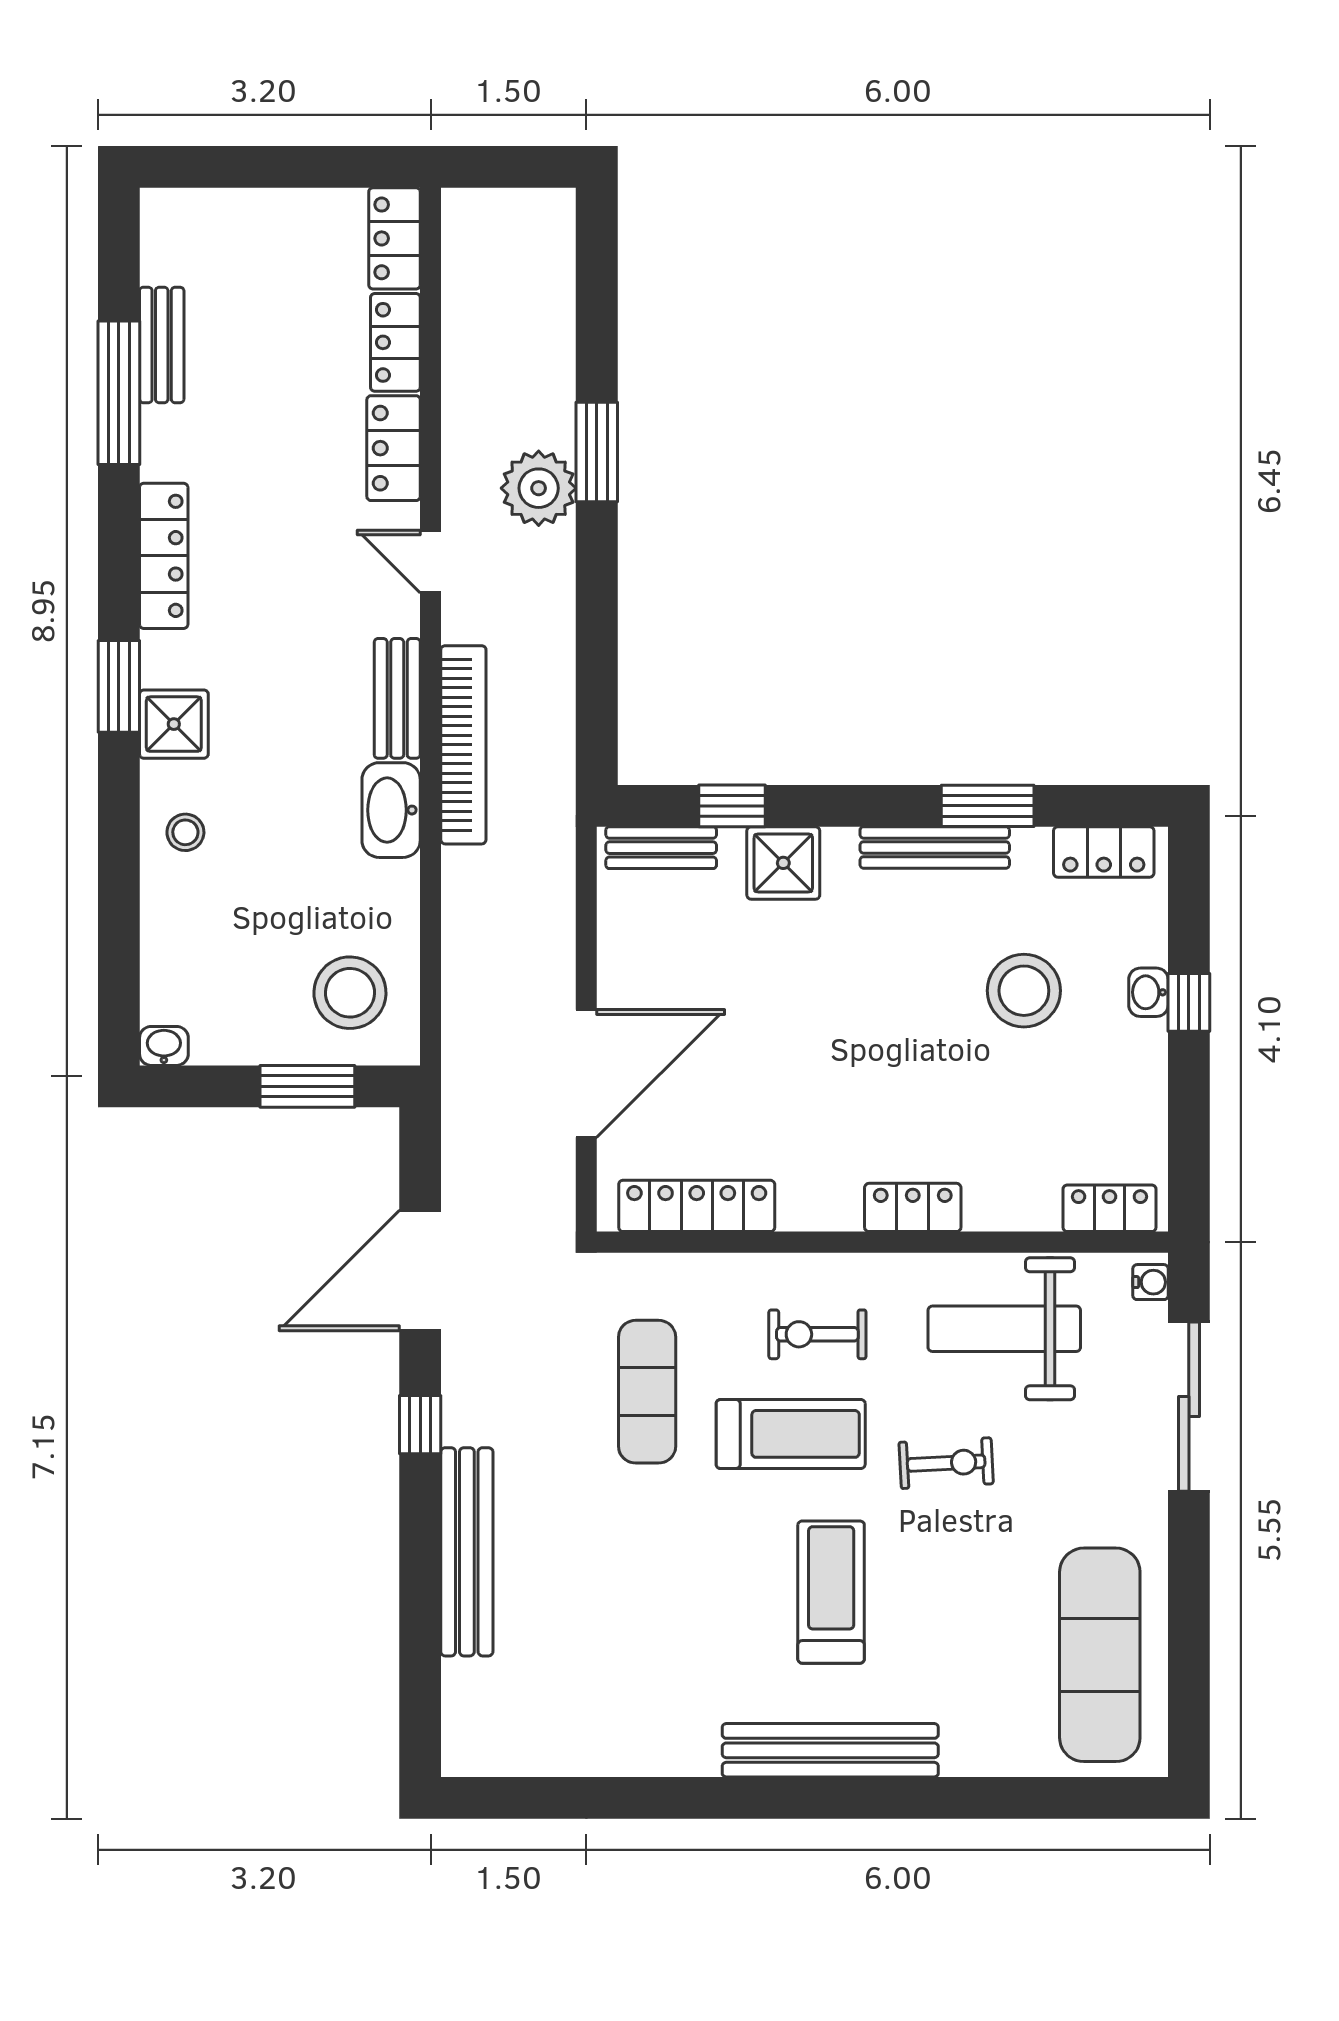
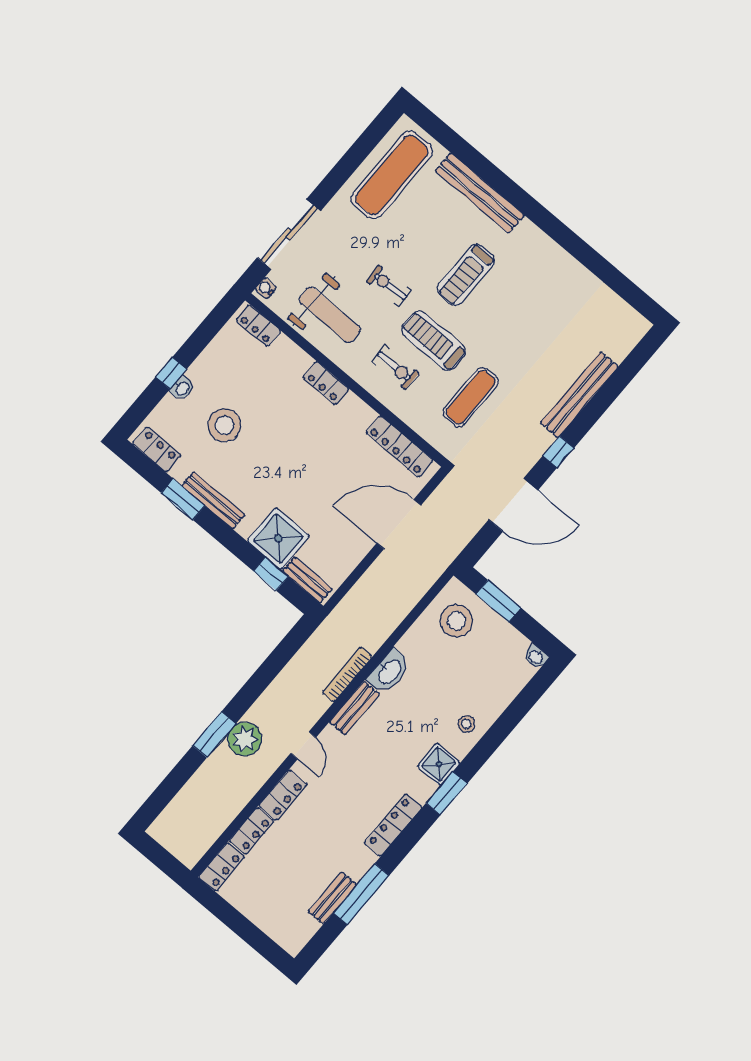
bookcase: (463, 745) -> (347, 674), width x0.68, depth x0.76
shower: (783, 863) -> (278, 538), width x1.36, depth x1.36
bench: (830, 1750) -> (480, 193), moved

